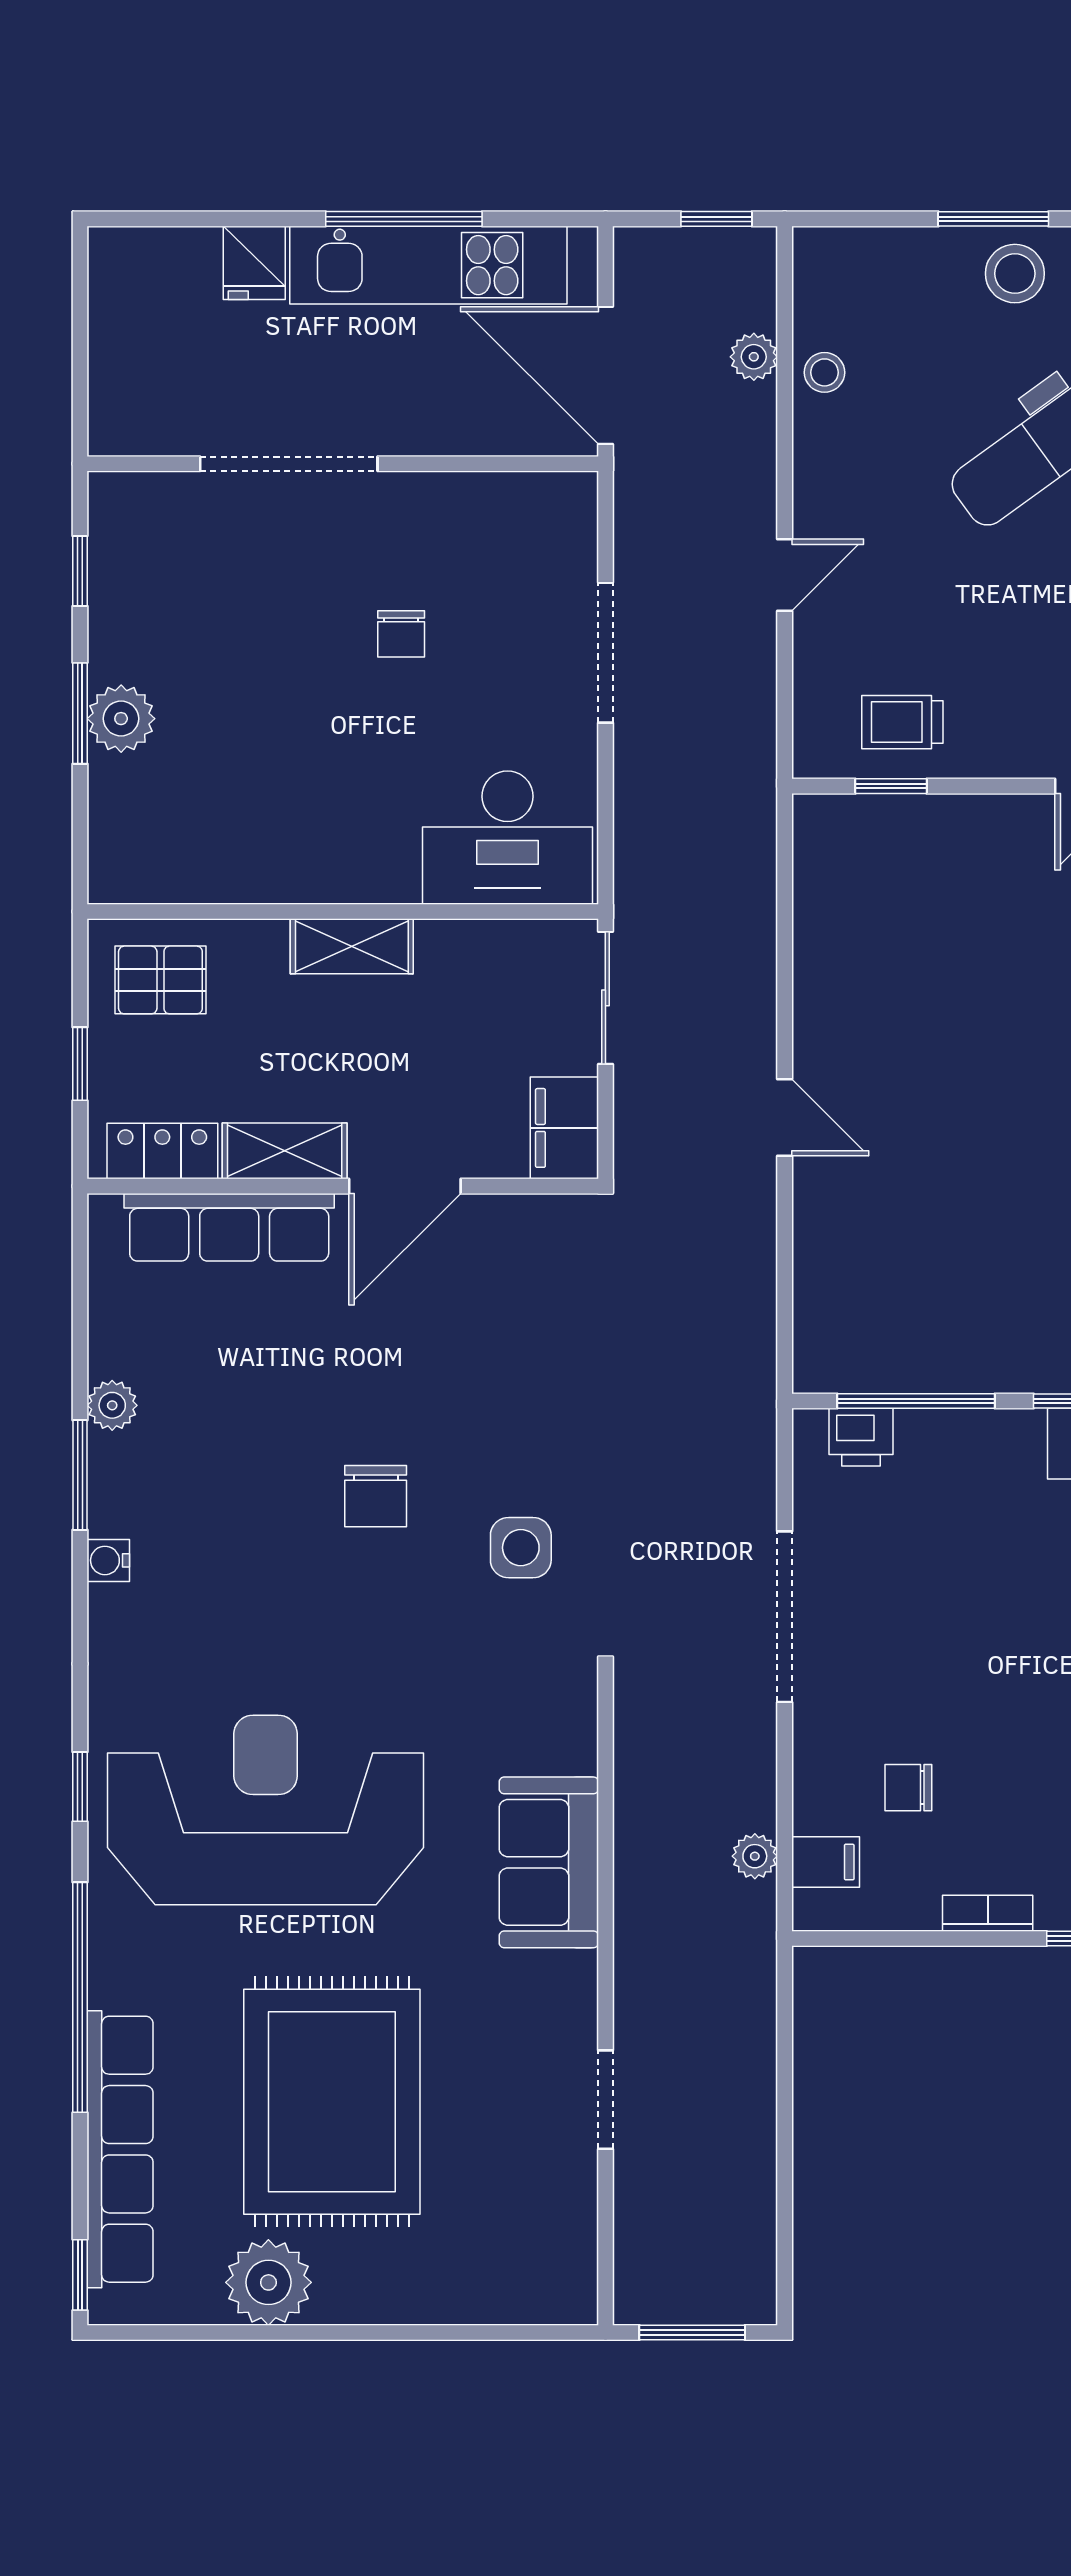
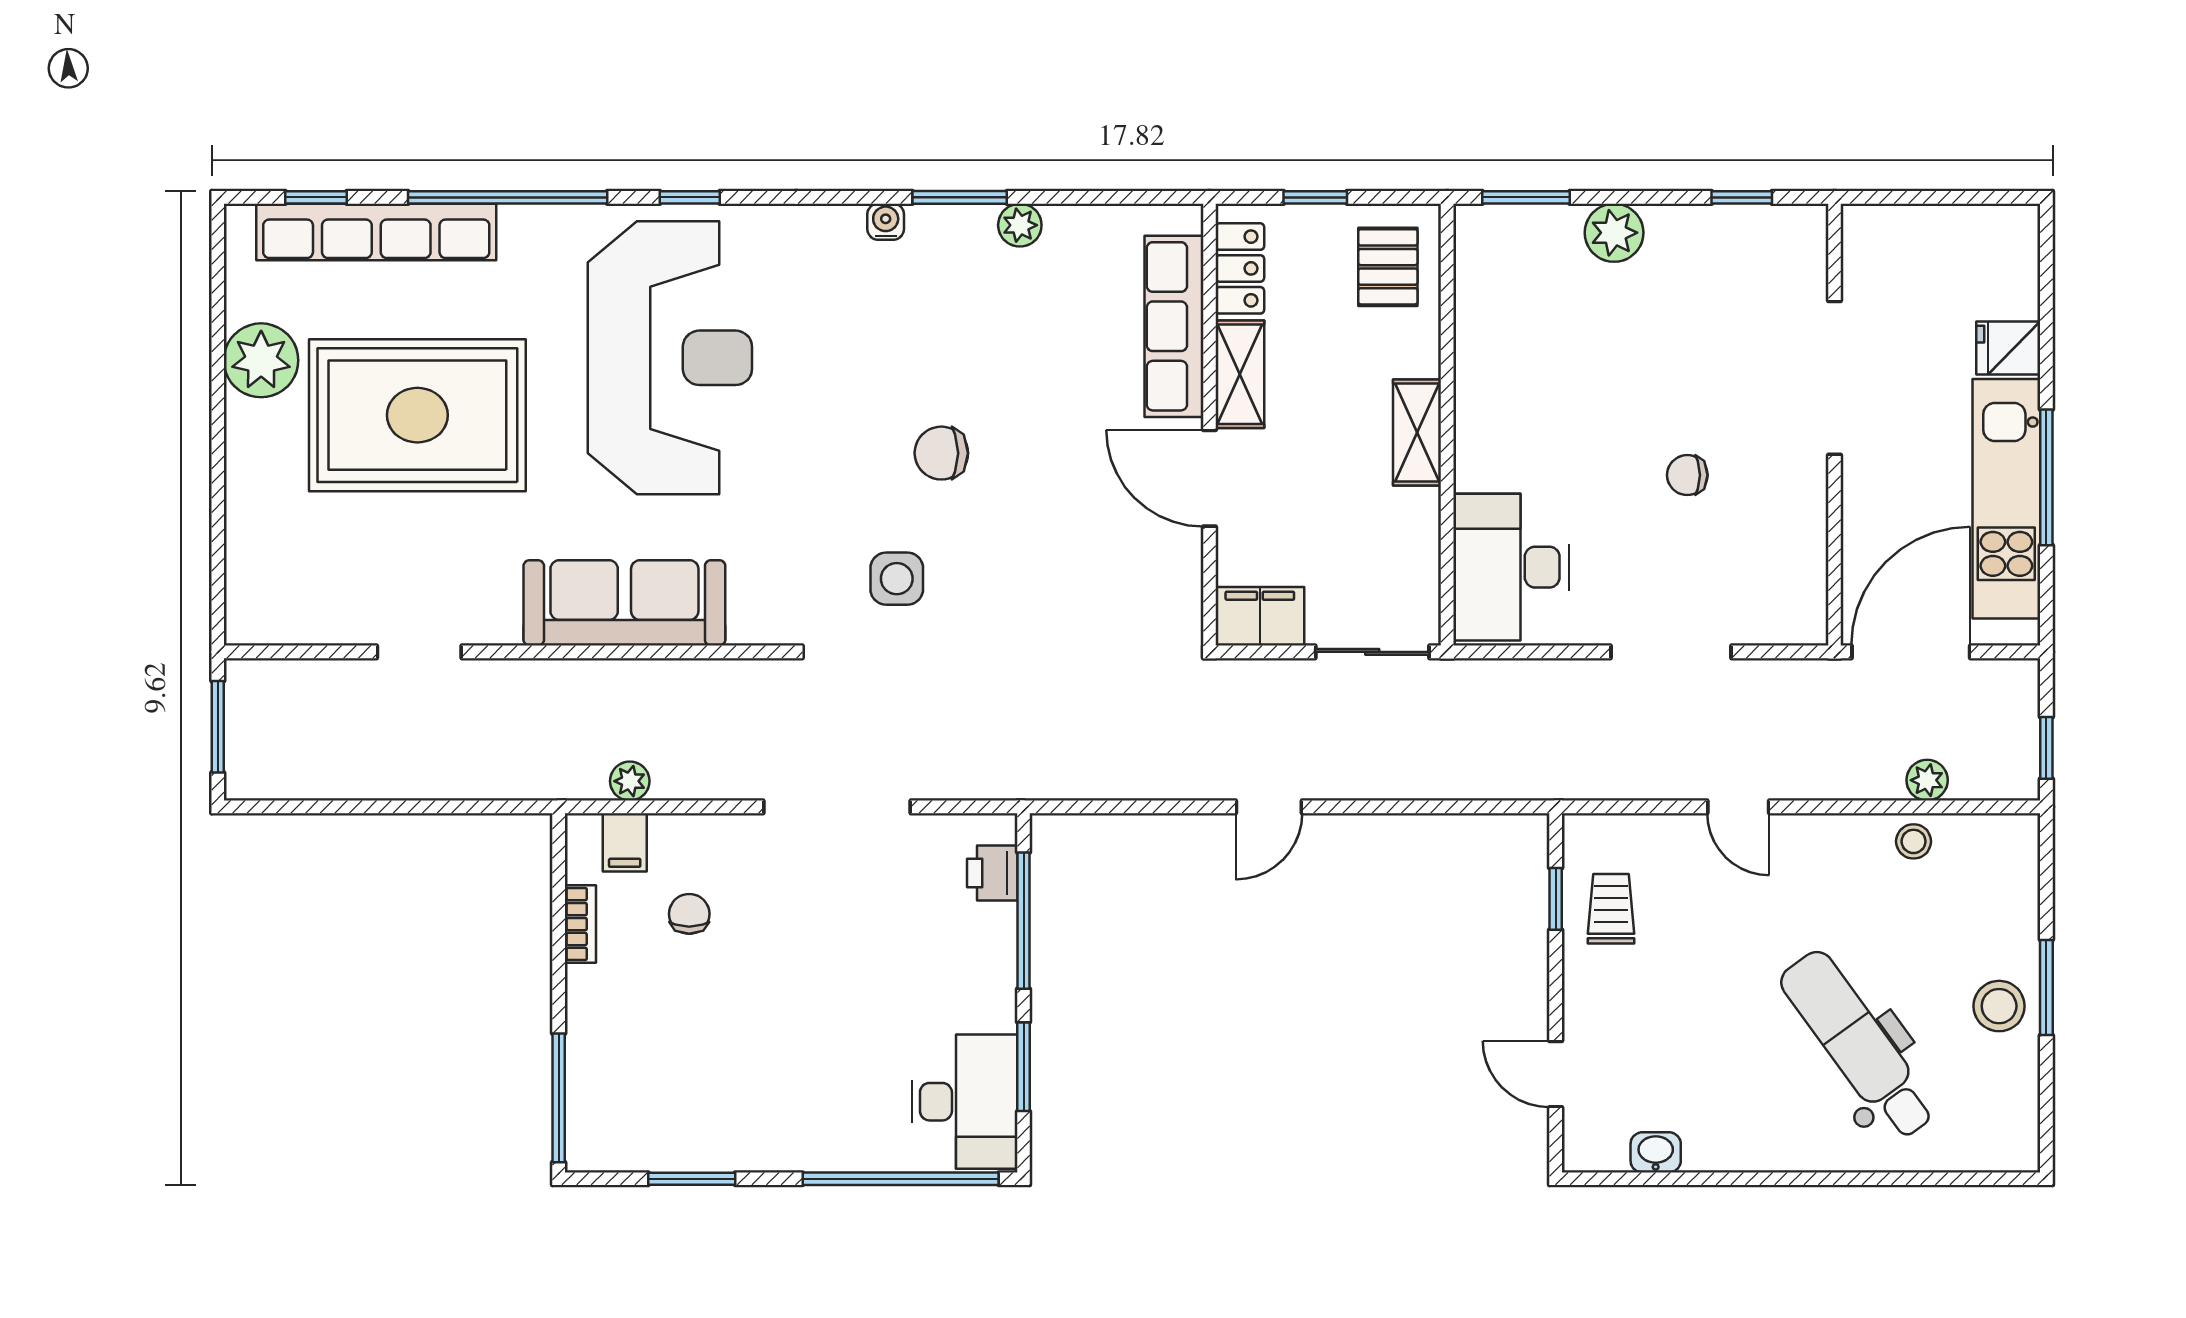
window: (80, 713) -> (1526, 197), moved
sofa: (549, 1862) -> (624, 603), width x1.36
bookcase: (988, 1913) -> (580, 924), moved
window: (80, 2275) -> (316, 197), moved

